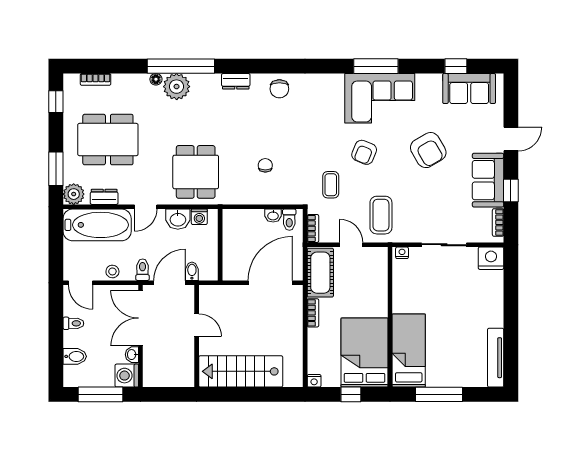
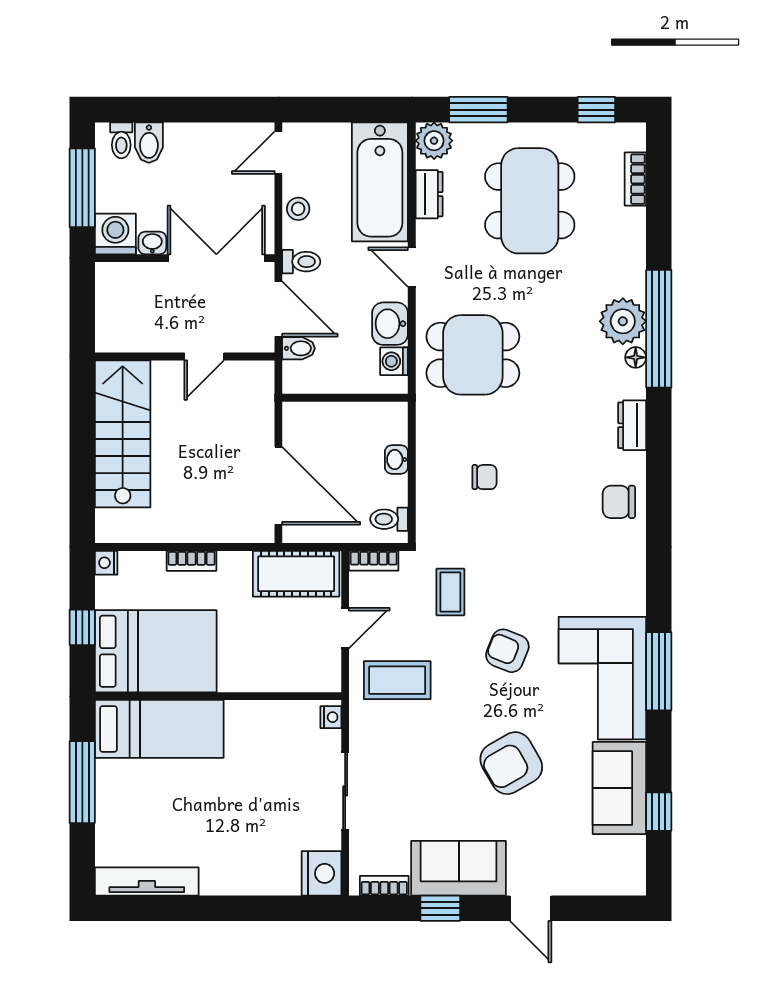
floor lamp: (156, 79) -> (636, 357), moved
sofa: (469, 89) -> (619, 788), moved
coffee table: (331, 185) -> (450, 592), turned 90
washbasin: (273, 216) -> (396, 459), moved
bookcase: (313, 313) -> (191, 561), moved
toilet: (73, 323) -> (121, 140), moved

